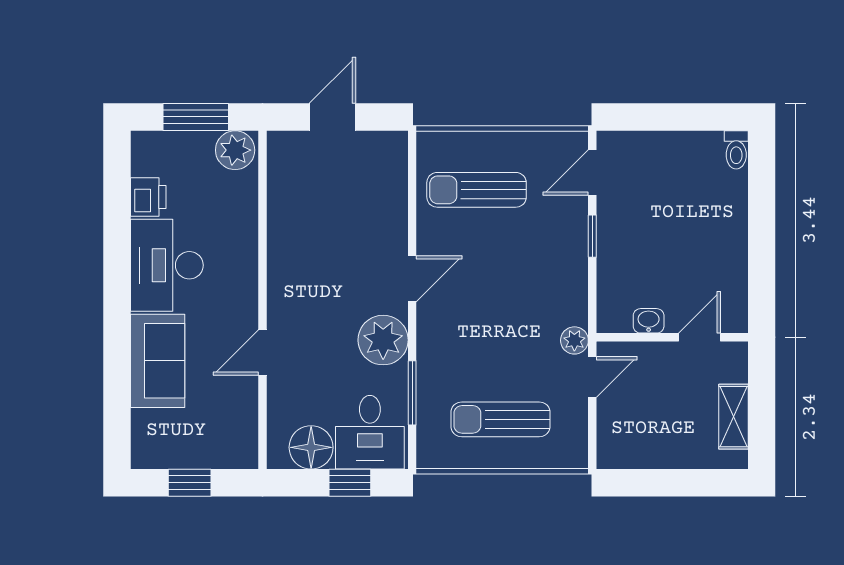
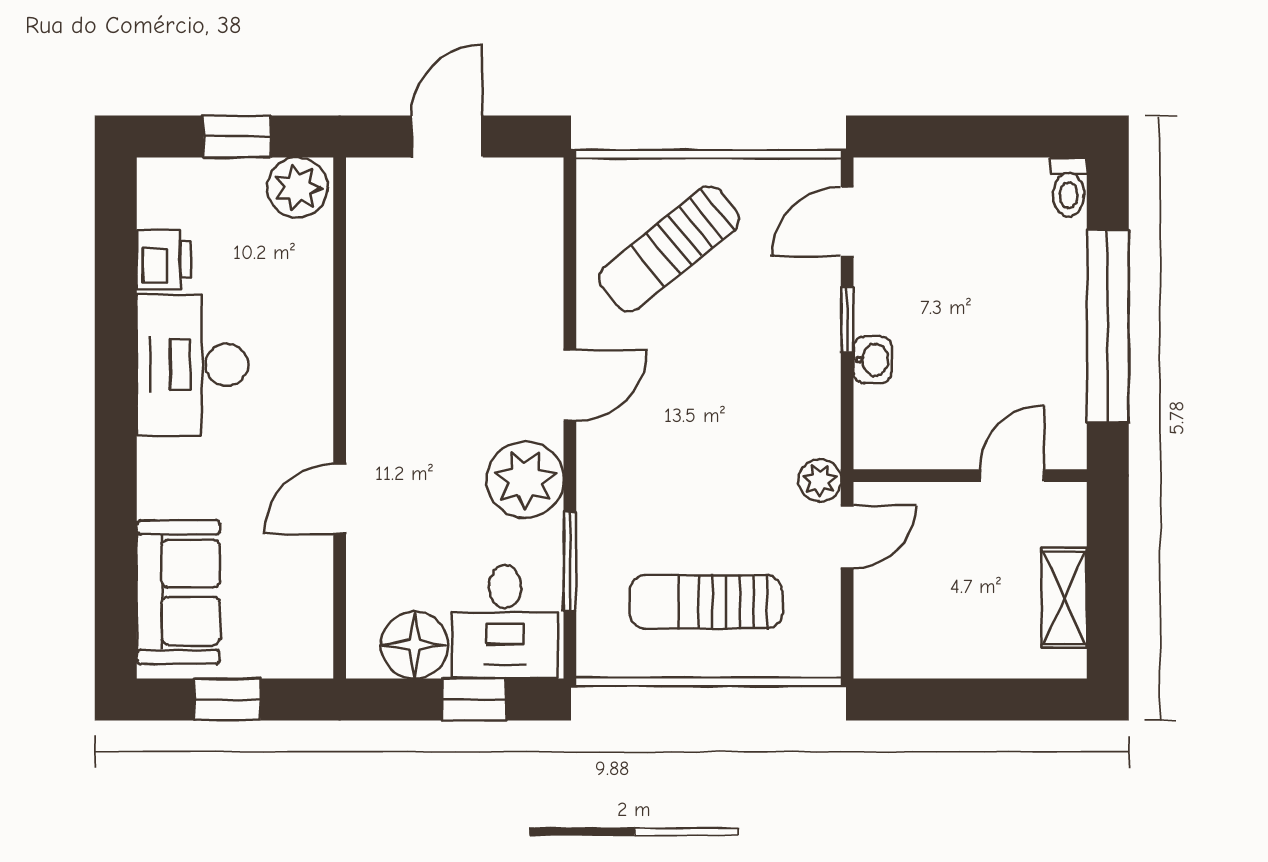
window: (196, 117) -> (237, 136), width x0.67
sun lounger: (477, 190) -> (669, 249), turned -39
window: (762, 240) -> (1108, 326), added
washbasin: (649, 321) -> (873, 360), moved, turned 90
sofa: (158, 361) -> (178, 592), moved

